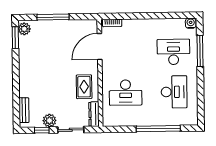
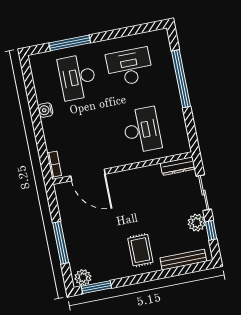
water cooler: (191, 23) -> (45, 110), moved
rug: (84, 87) -> (140, 250), moved, turned 90
bench: (24, 110) -> (183, 260), width x1.36

